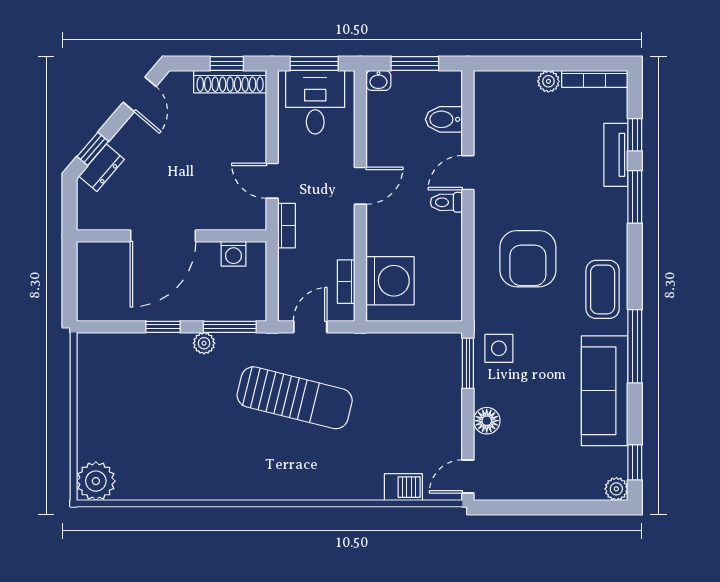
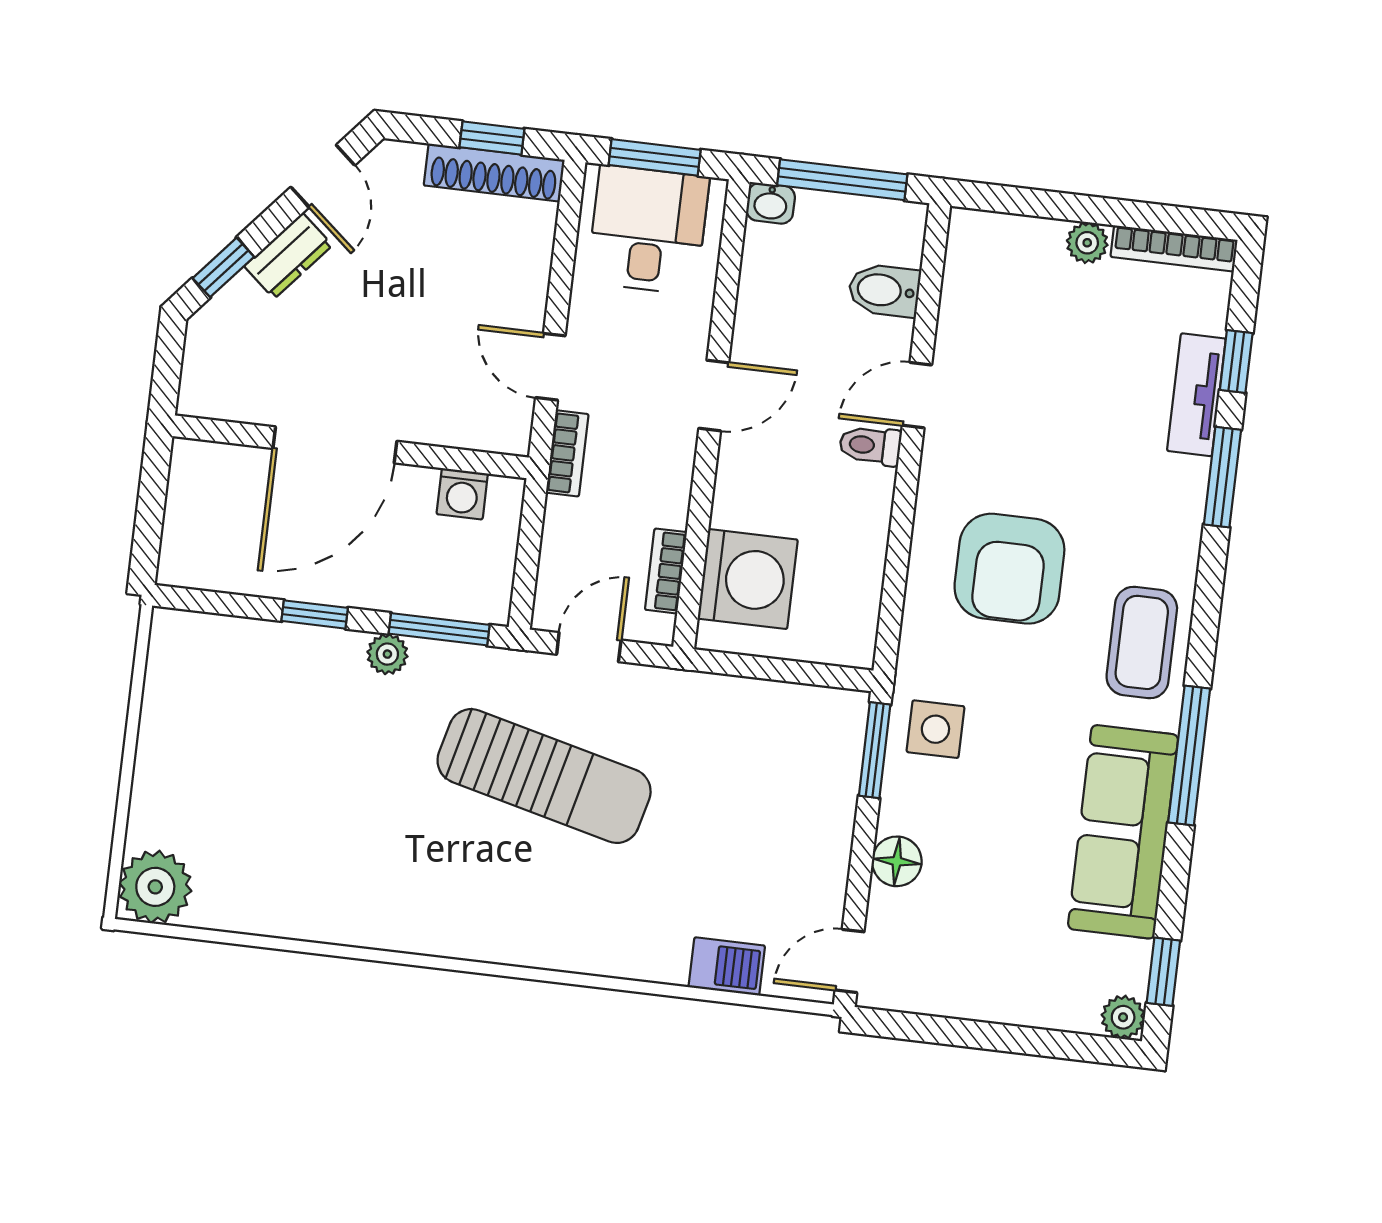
window: (415, 63) -> (842, 180), width x1.44
dresser: (102, 168) -> (288, 256), moved

